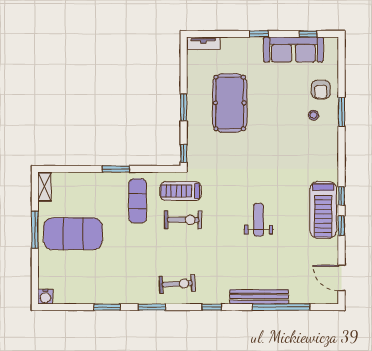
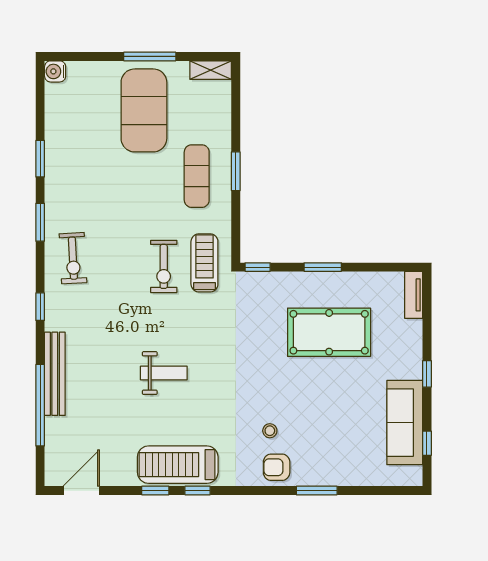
armchair: (321, 89) -> (277, 467), moved
stool: (313, 115) -> (270, 431), moved
exercise mat: (138, 201) -> (197, 176), moved, turned 90

